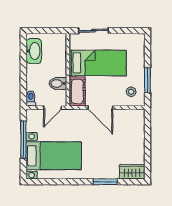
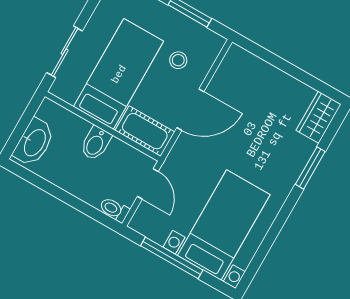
washbasin: (34, 51) -> (34, 142), moved, turned 90
bidet: (58, 83) -> (96, 143), moved
stool: (131, 92) -> (178, 60), moved

